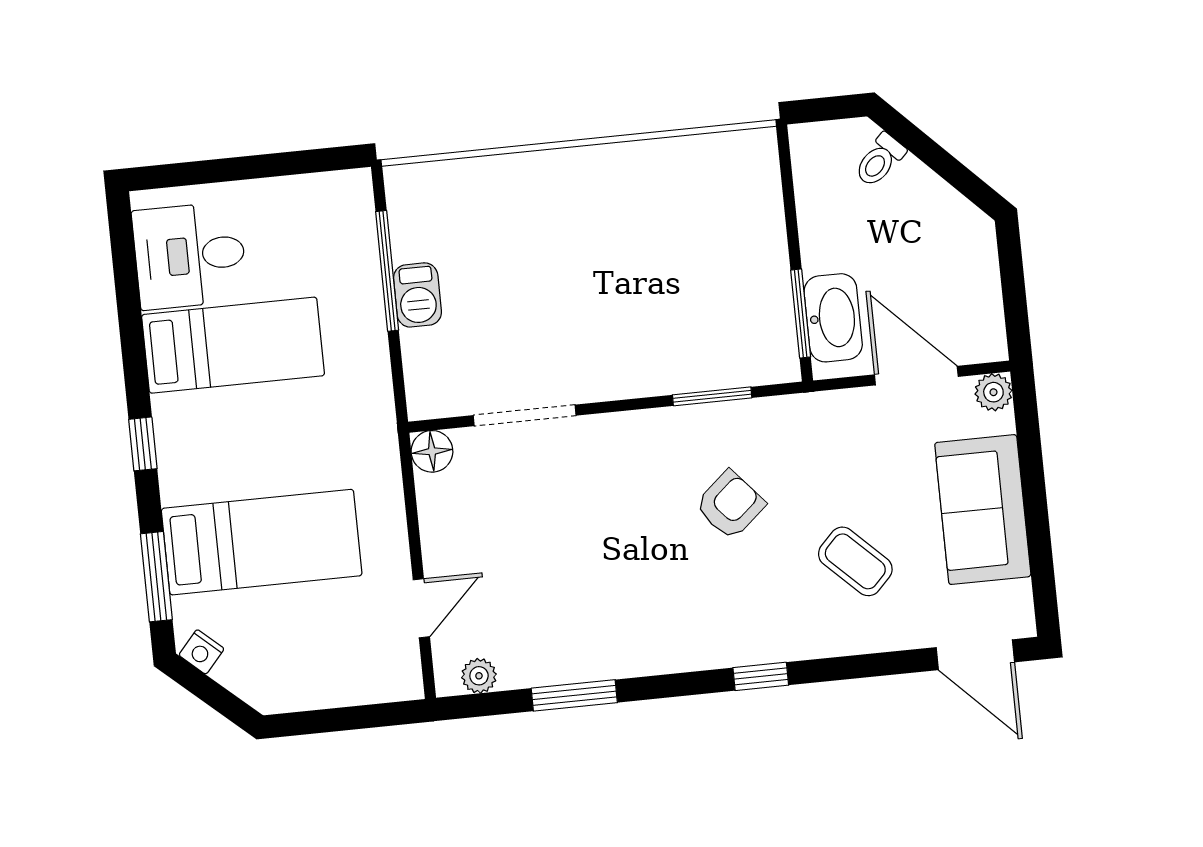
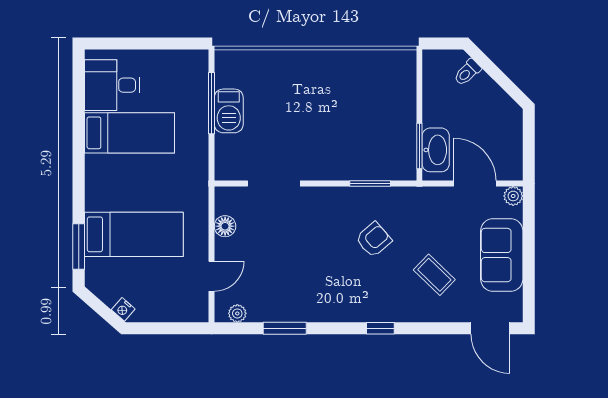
barbecue: (417, 295) -> (229, 111), width x1.38, depth x1.27
window: (143, 444) -> (79, 178), removed
floor lamp: (432, 451) -> (225, 226), moved
nightstand: (201, 652) -> (123, 309), moved

